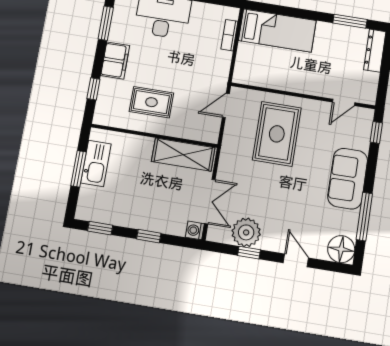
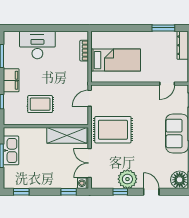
bed: (277, 30) -> (116, 60), moved
rug: (277, 134) -> (113, 130), moved, turned 90
double door: (210, 202) -> (90, 163), swing flipped
plant: (246, 232) -> (127, 179), moved
window: (149, 236) -> (69, 192), moved

